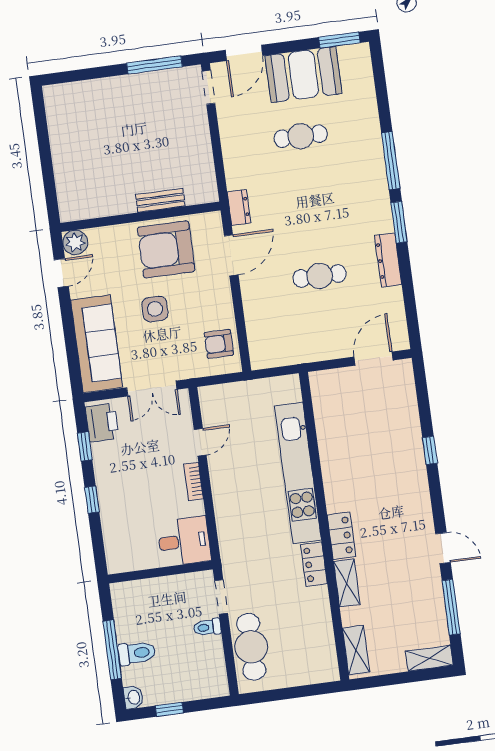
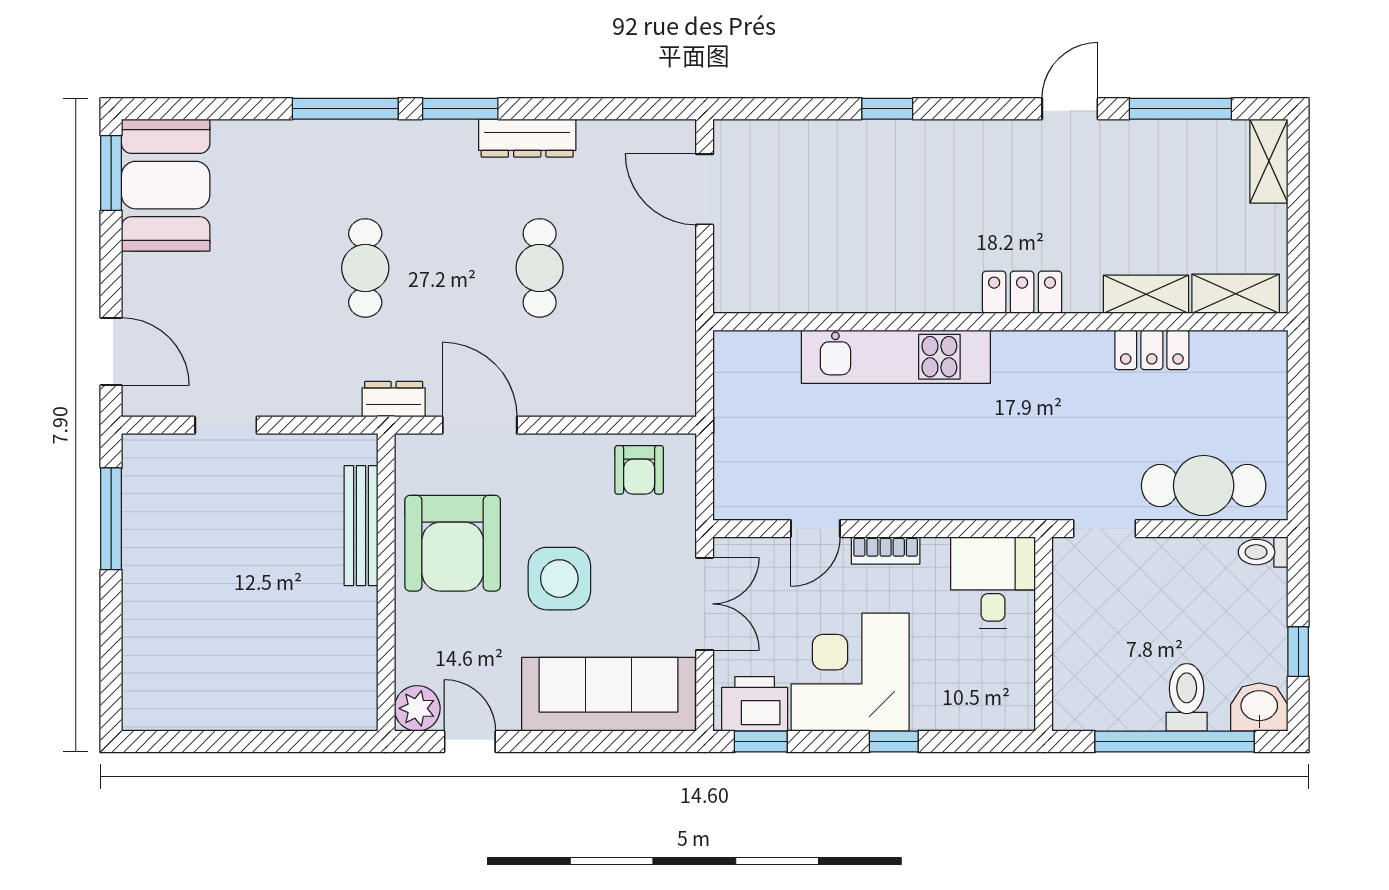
booth: (303, 75) -> (166, 185), moved
doorway: (208, 87) -> (226, 425), moved
cafe table: (301, 136) -> (365, 268), moved
bench: (160, 200) -> (361, 526), width x1.36
side table: (155, 309) -> (559, 579), width x1.37, depth x1.37
door: (200, 442) -> (815, 529), swing flipped
window: (85, 446) -> (761, 742), moved
corner desk: (126, 471) -> (850, 672), added
kitchen unit: (298, 473) -> (896, 357), width x0.73
locker: (314, 564) -> (1152, 350), moved
shelving: (347, 583) -> (1146, 294), moved
toilet: (207, 627) -> (1263, 552), moved, turned 90
window: (112, 650) -> (1175, 742), width x1.46
washbasin: (133, 697) -> (1259, 707), width x1.38, depth x1.45

